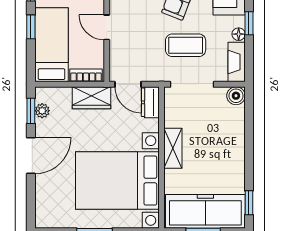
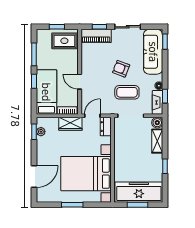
window: (249, 23) -> (165, 96), moved
door: (128, 84) -> (92, 116), swing flipped
shelving: (173, 148) -> (157, 141), moved
door: (31, 156) -> (34, 177), moved
window: (249, 203) -> (165, 166), moved

